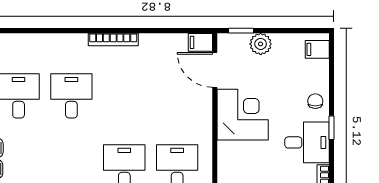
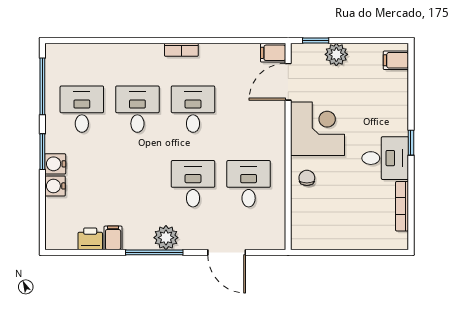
bookcase: (113, 39) -> (181, 50), width x0.64
door: (215, 70) -> (288, 82), hinge flipped
desk: (124, 96) -> (193, 109), added
chair: (315, 101) -> (307, 178), moved

